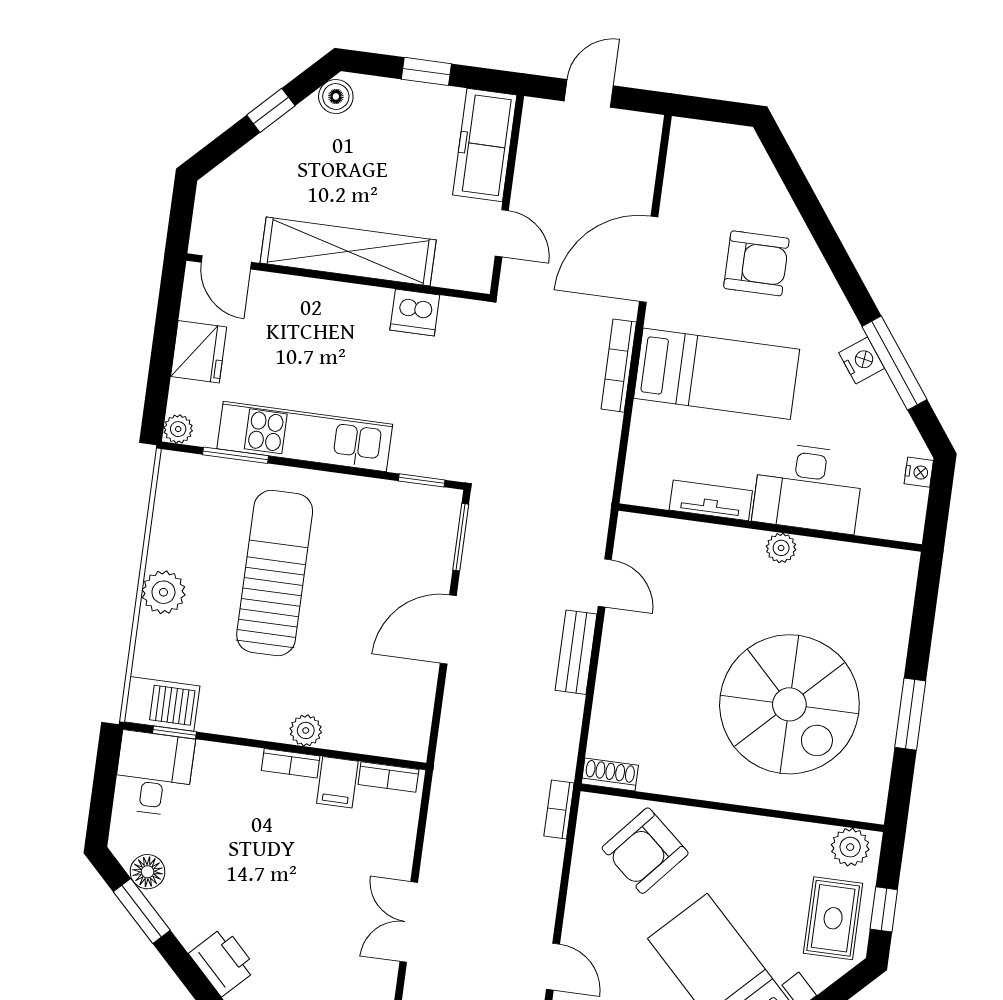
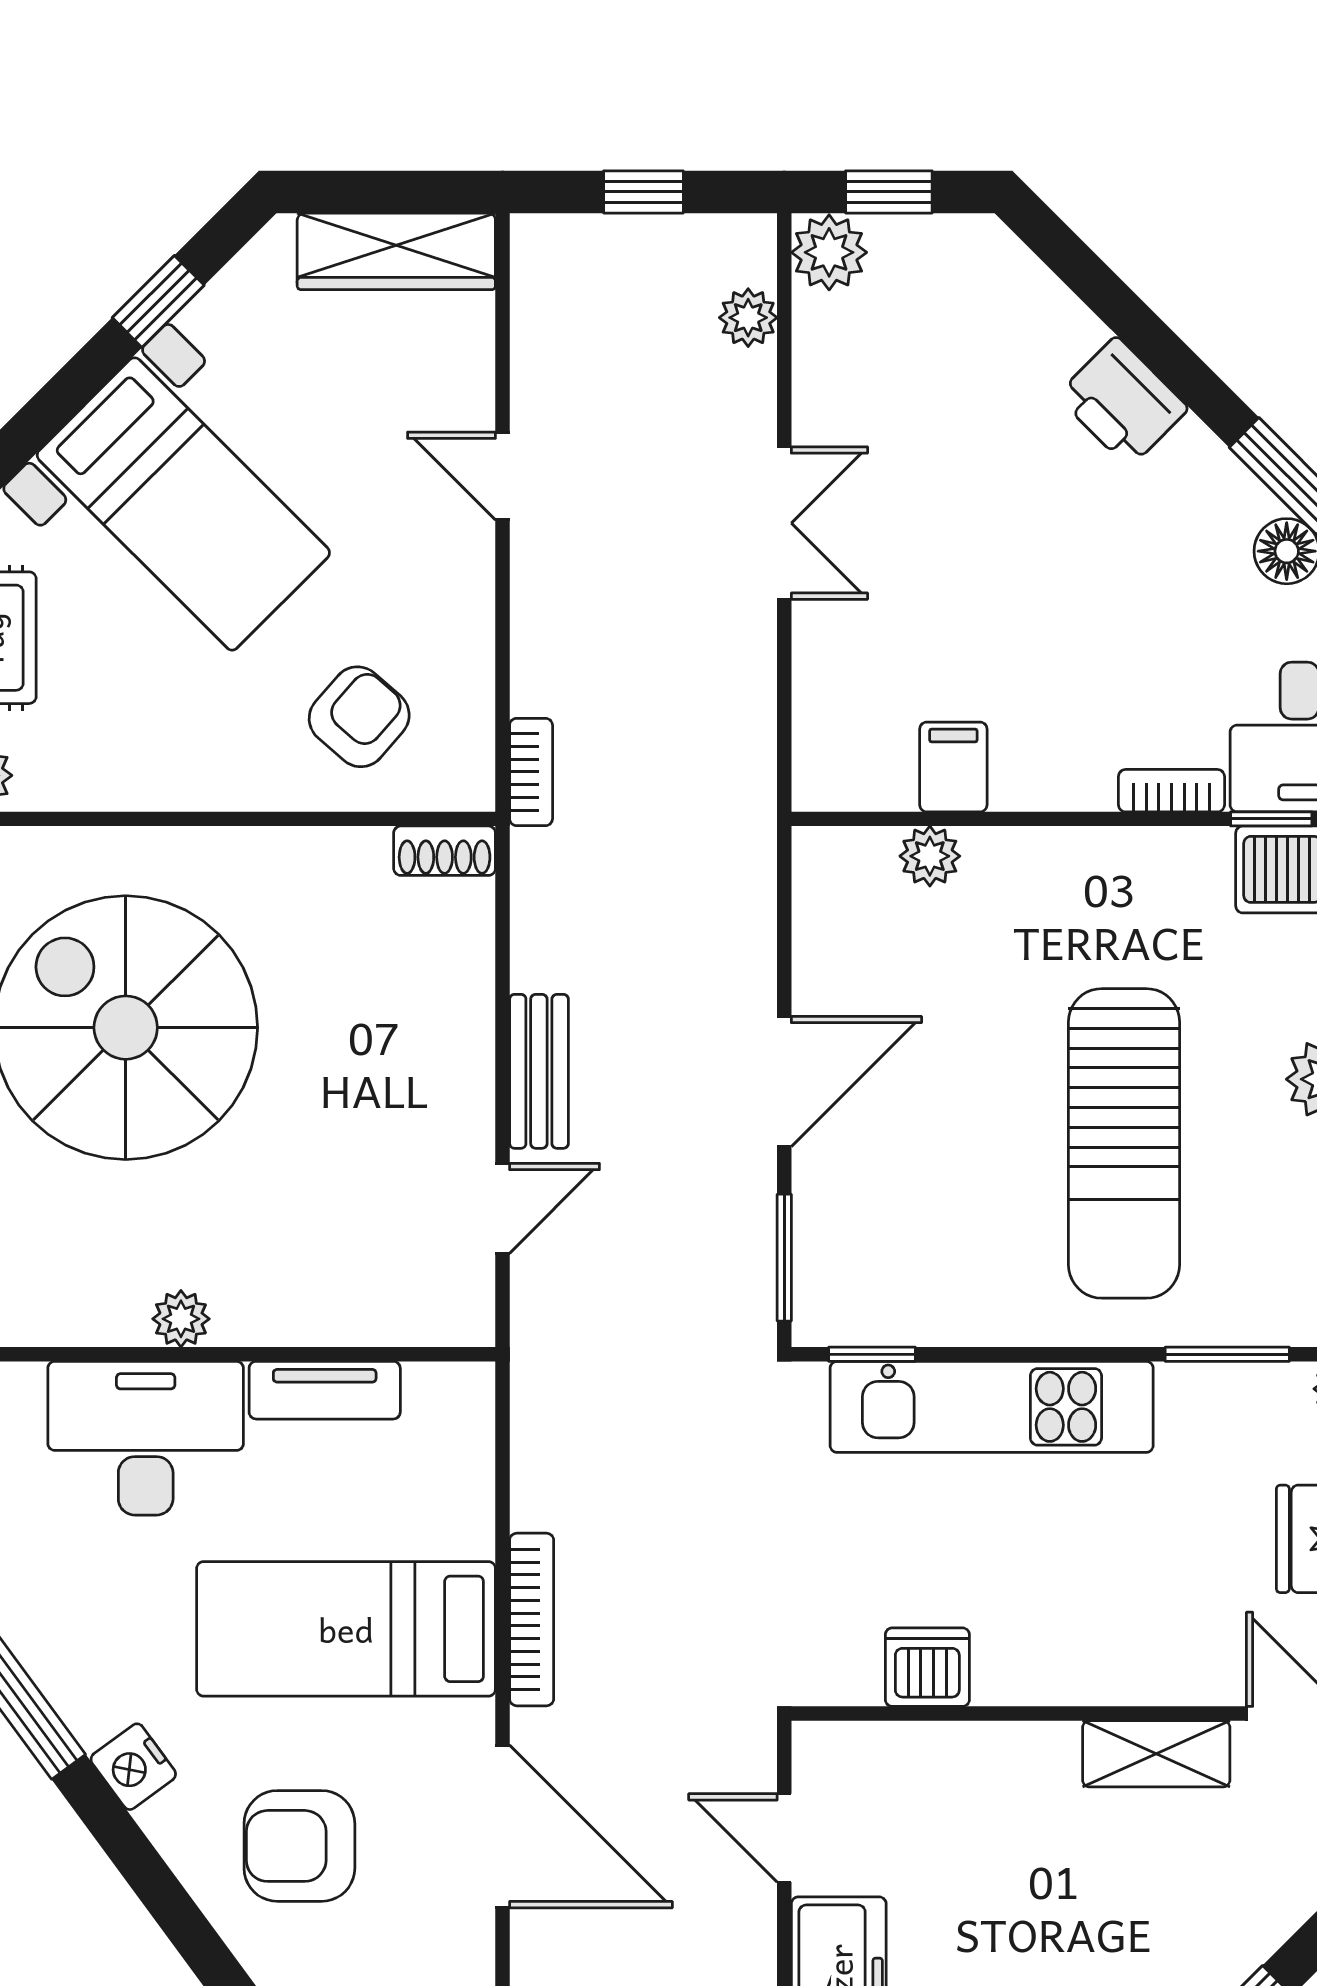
shelving: (348, 251) -> (1156, 1754), width x0.45, depth x0.75
door: (649, 259) -> (502, 1826), hinge flipped
nightstand: (862, 361) -> (133, 1767), moved
kitchen unit: (305, 437) -> (992, 1407), moved
door: (605, 583) -> (502, 1208), swing flipped
plant: (306, 730) -> (930, 856), moved
bookcase: (291, 763) -> (1171, 791), moved
bookcase: (388, 777) -> (859, 790), removed
armchair: (645, 851) -> (359, 717), width x0.72, depth x0.72

